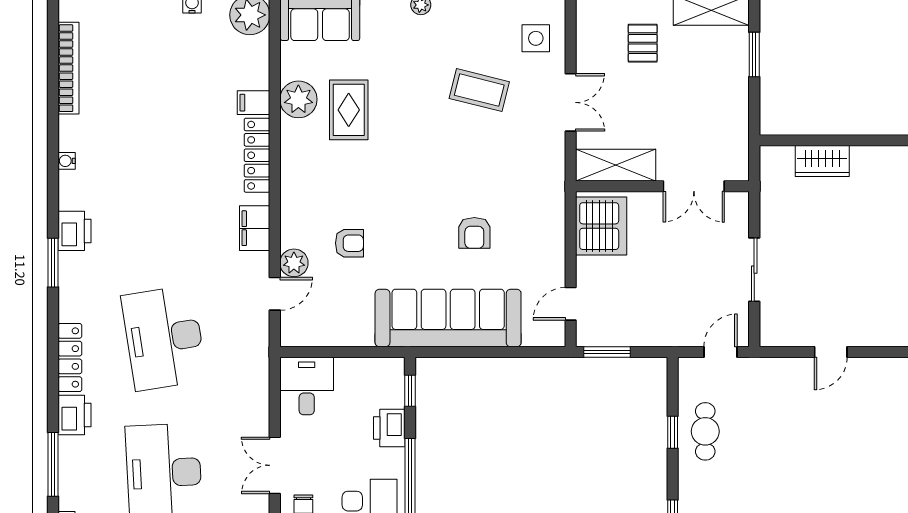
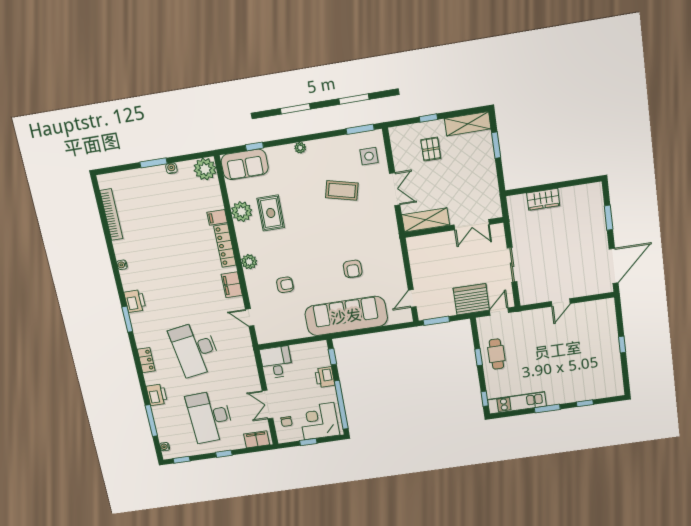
server rack: (601, 226) -> (471, 299), moved, turned -90
plant: (294, 263) -> (249, 262), moved
door: (275, 294) -> (250, 317), swing flipped
locker: (70, 357) -> (146, 360), width x0.66

